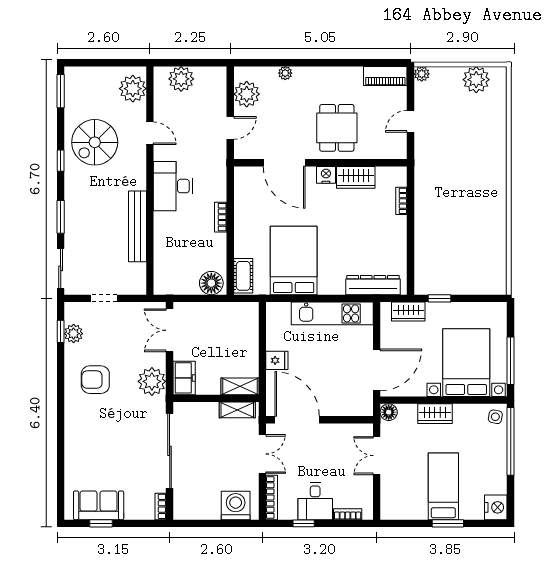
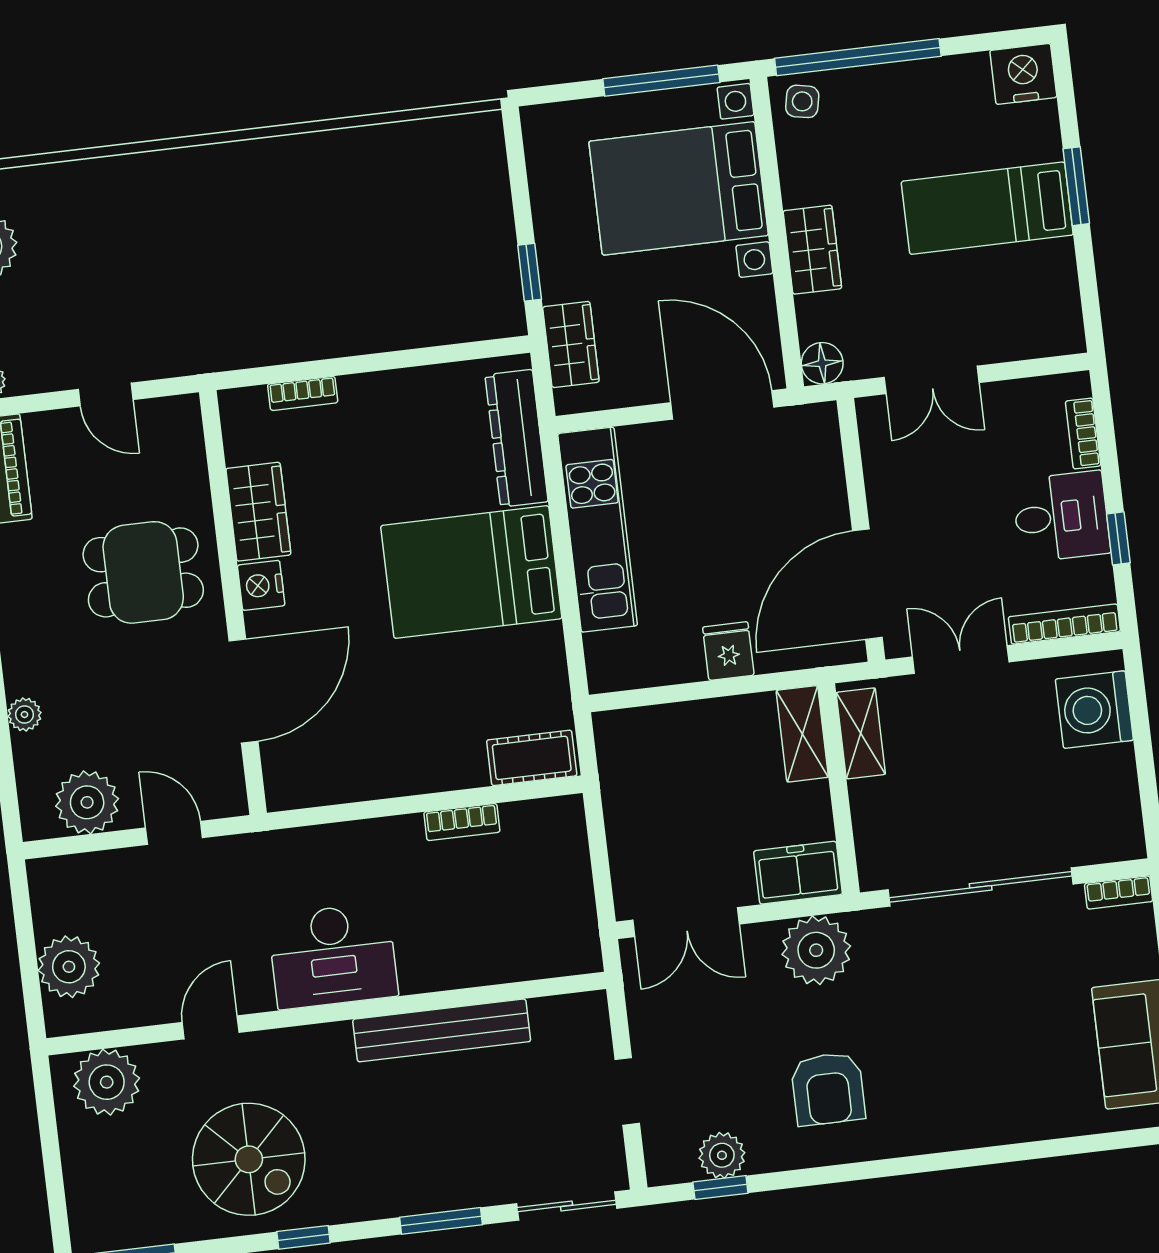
bookcase: (221, 217) -> (462, 822), moved
bed: (294, 260) -> (471, 572), moved
floor lamp: (211, 283) -> (559, 834), removed

